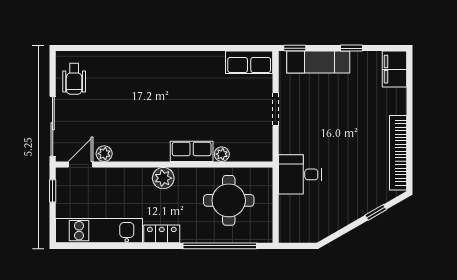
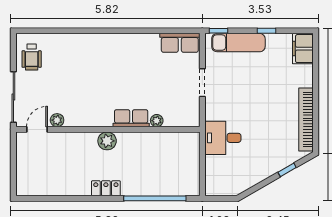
window: (53, 191) -> (13, 152), removed
round table: (229, 200) -> (163, 160), removed
kitchen unit: (99, 231) -> (53, 185), removed

